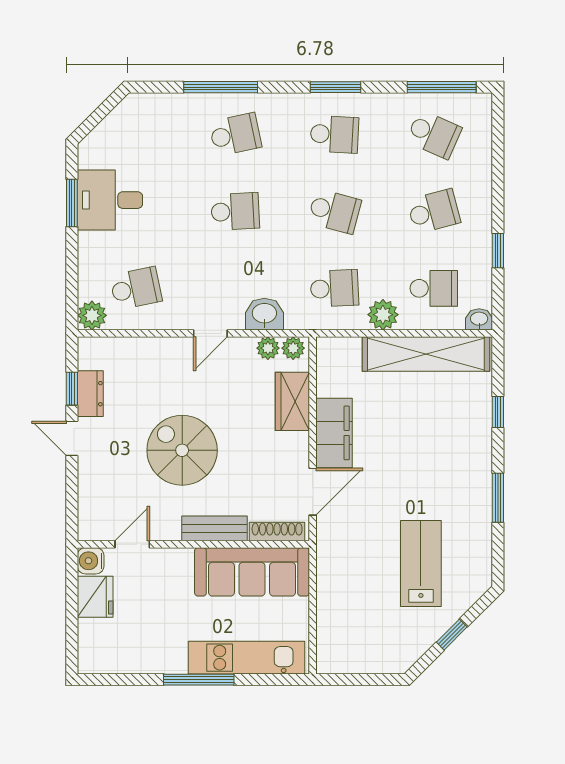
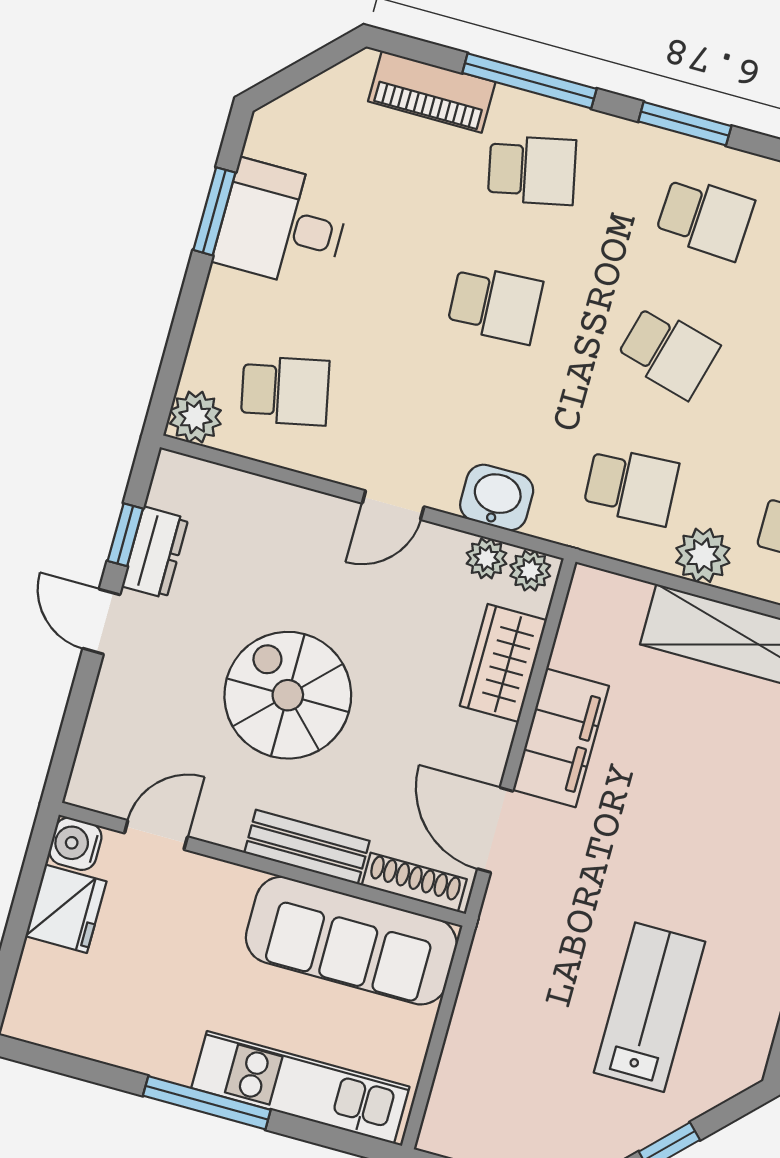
window: (335, 87) -> (685, 124), moved
piano: (170, 107) -> (432, 92), added
door: (313, 492) -> (495, 830), swing flipped

